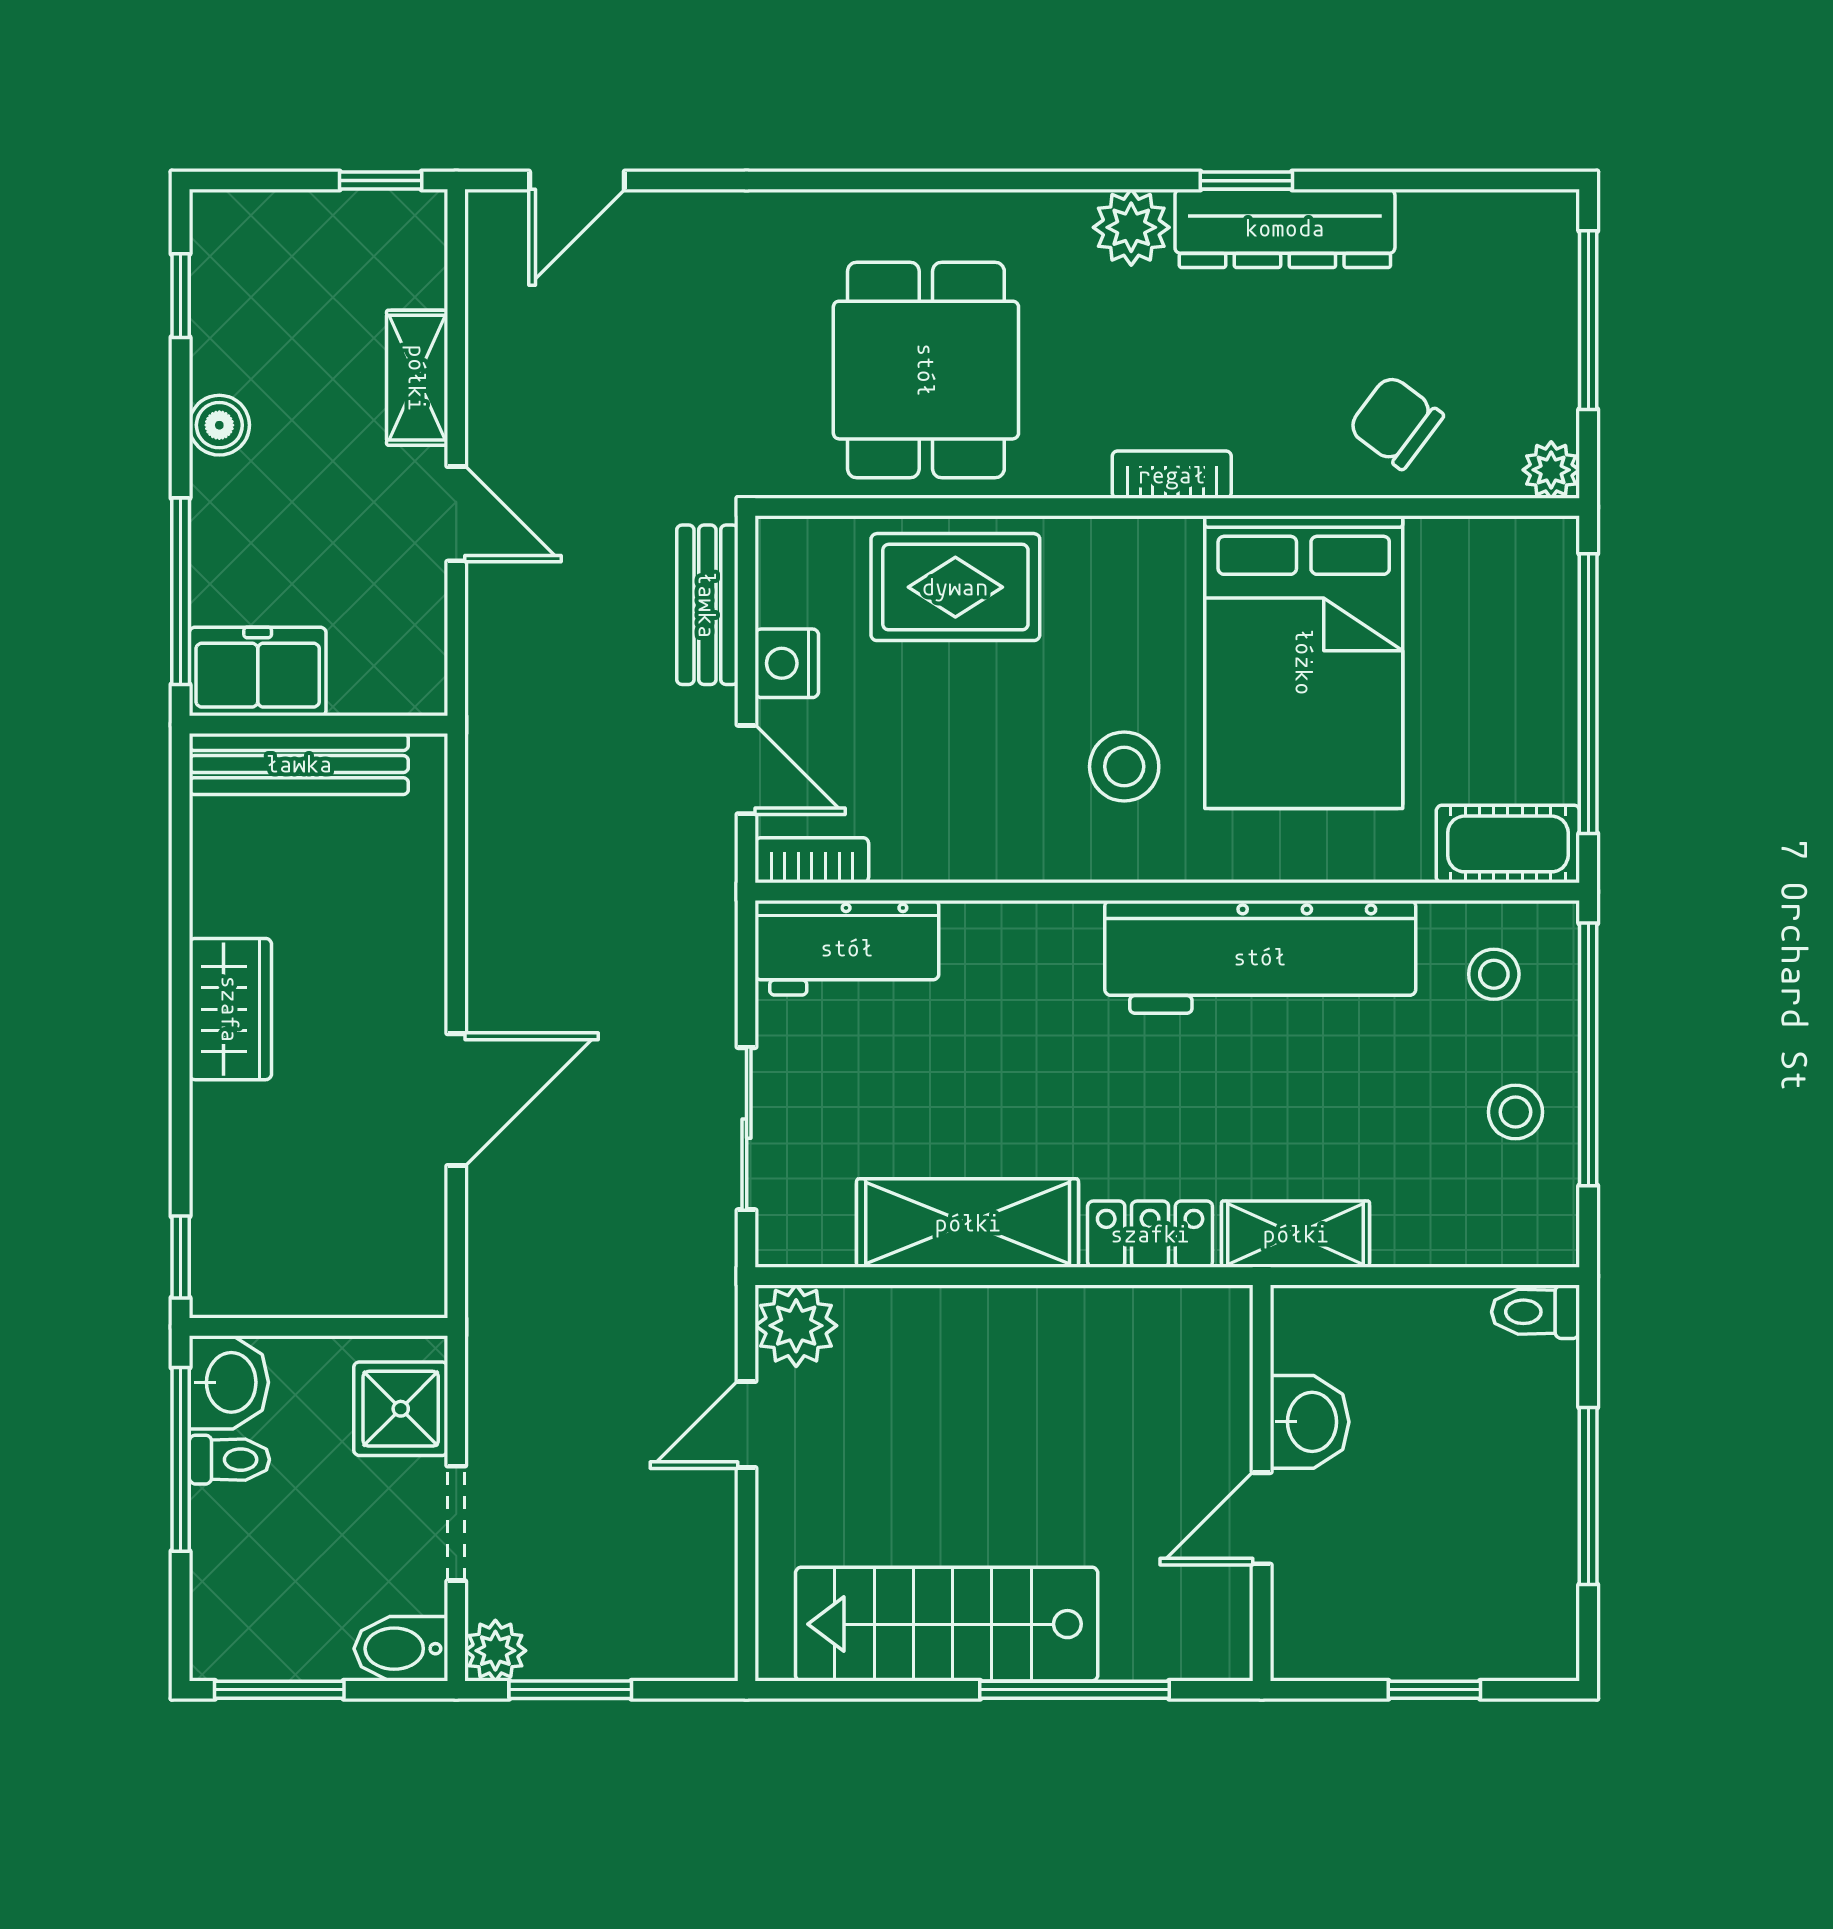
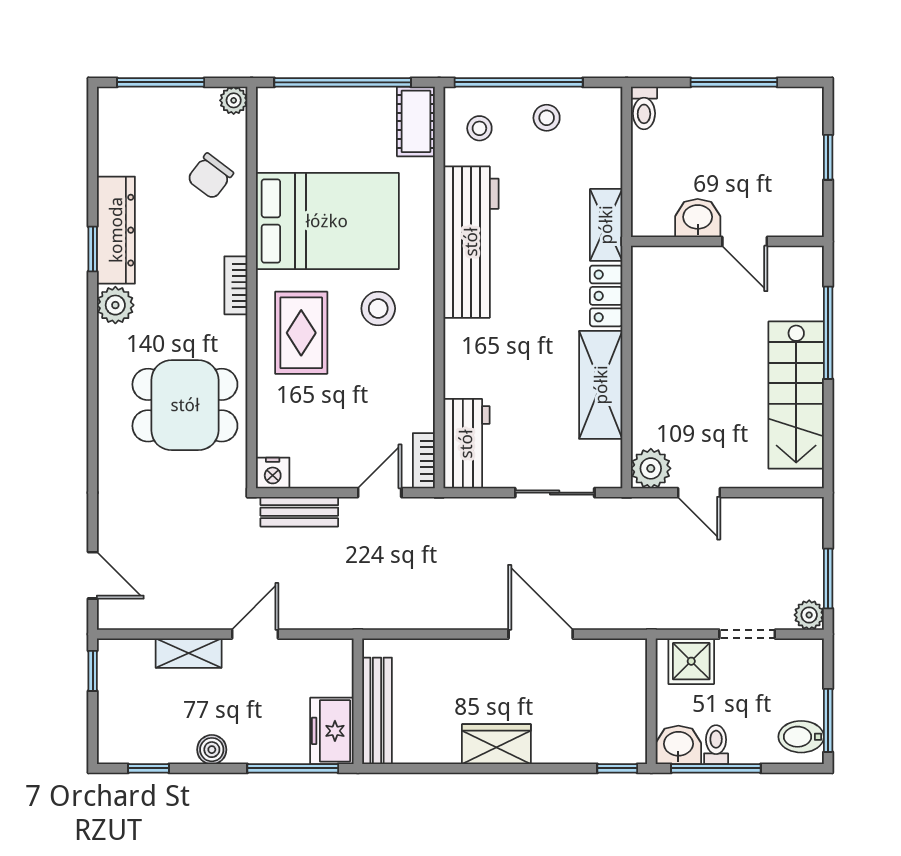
rug: (955, 587) -> (301, 333), moved
nightstand: (787, 663) -> (273, 473), moved
bidet: (401, 1649) -> (801, 737), moved, turned 90

